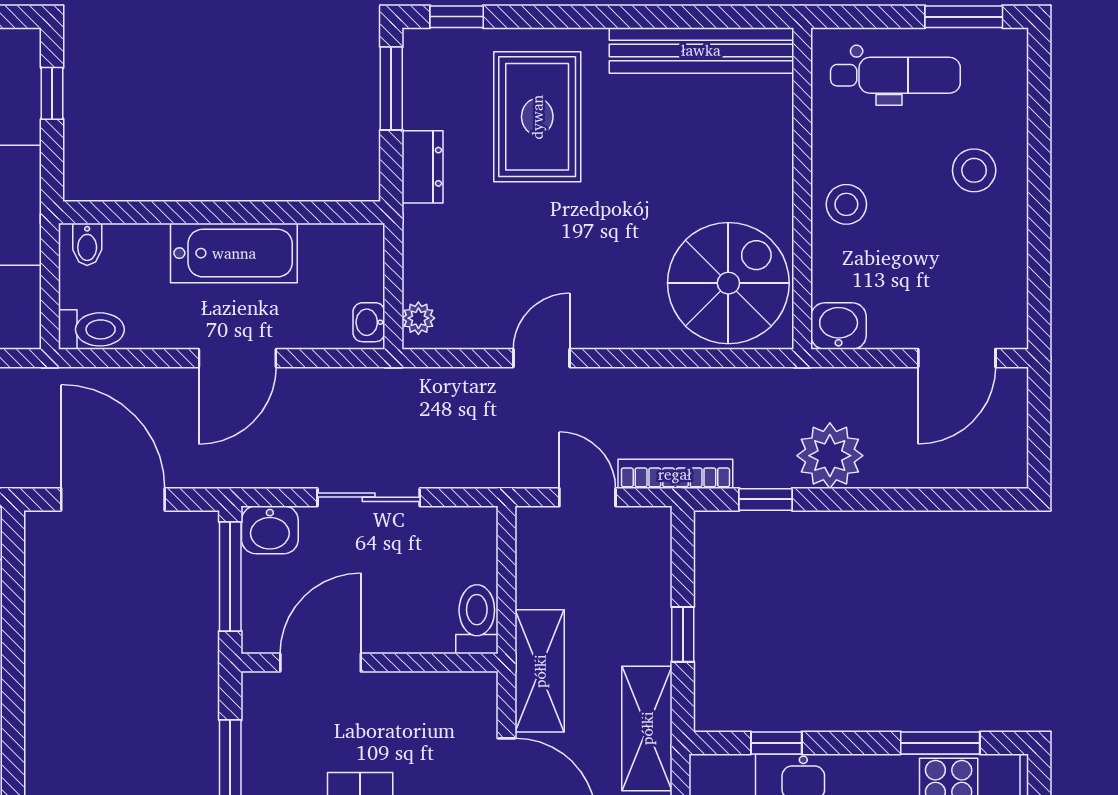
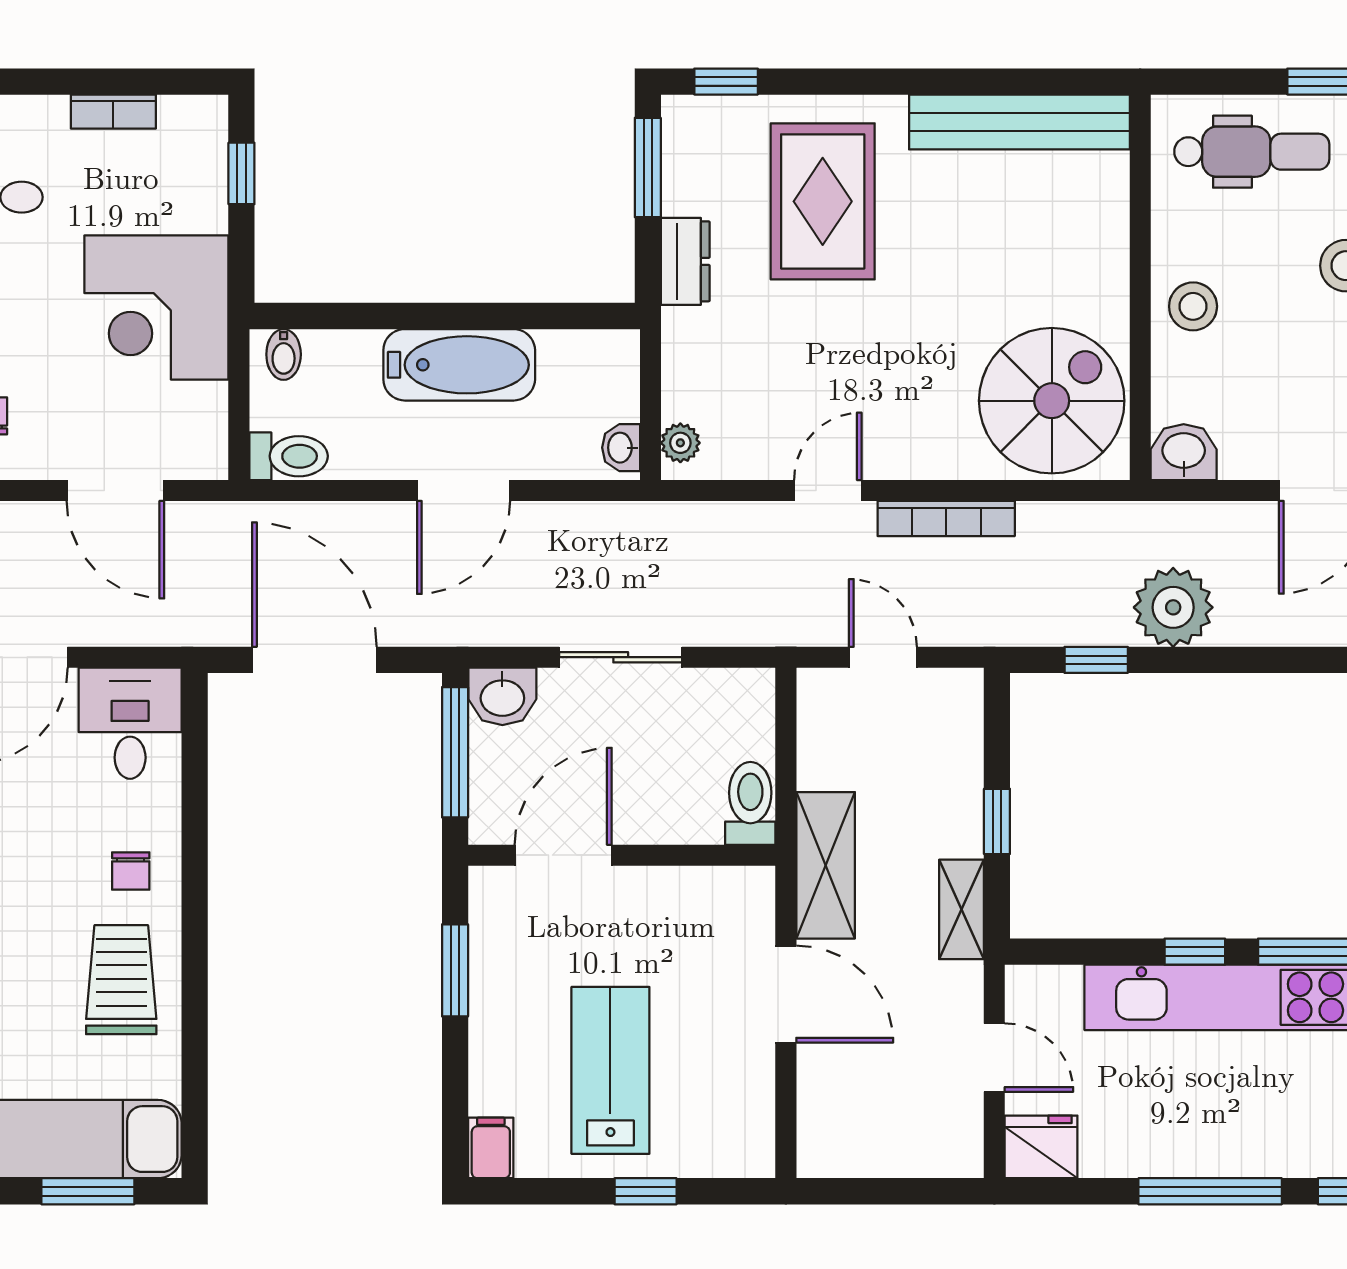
bookcase: (675, 474) -> (946, 519), moved, turned 180
shelving: (647, 728) -> (961, 909), width x0.67, depth x0.75
window: (776, 743) -> (1195, 952), moved

